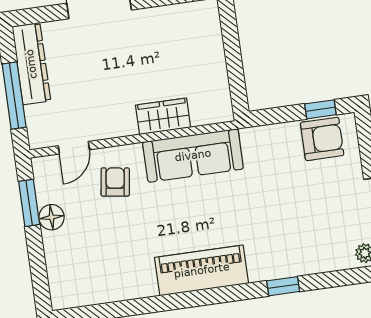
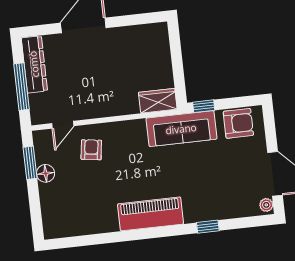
window: (320, 109) -> (204, 106), moved
wardrobe: (163, 116) -> (158, 101), moved
sofa: (193, 155) -> (181, 129), moved

